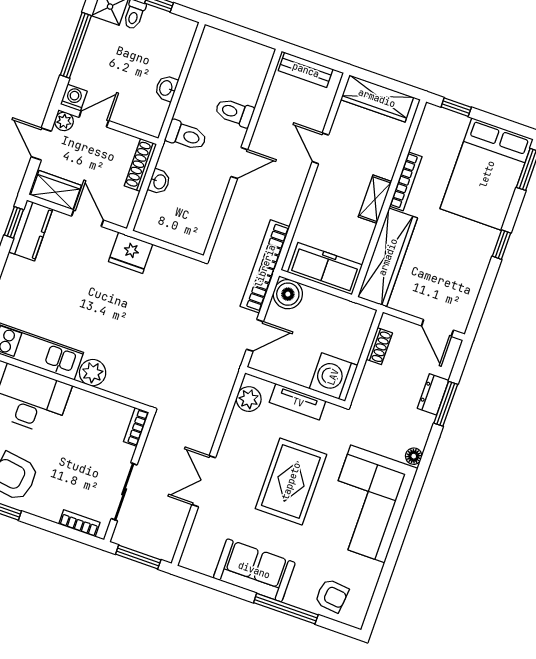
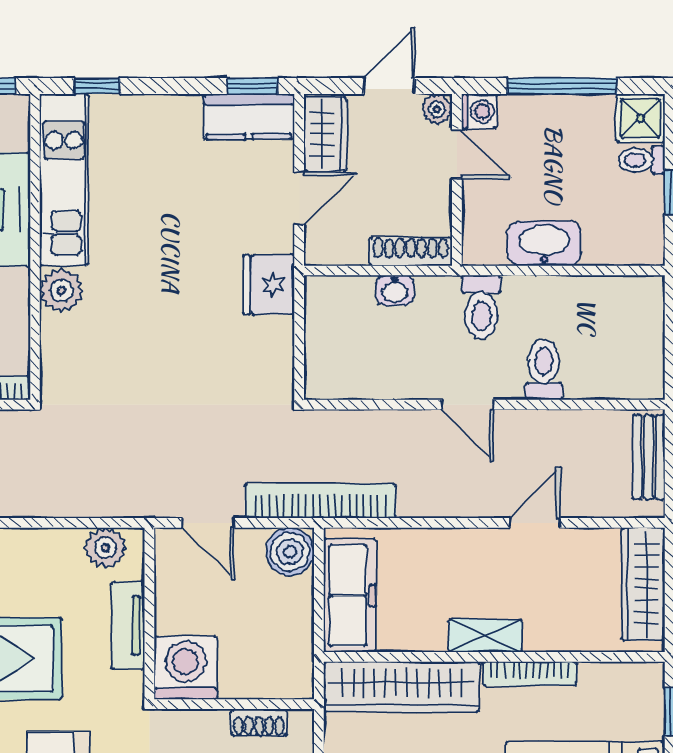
washbasin: (166, 88) -> (544, 243), width x1.91, depth x1.45

